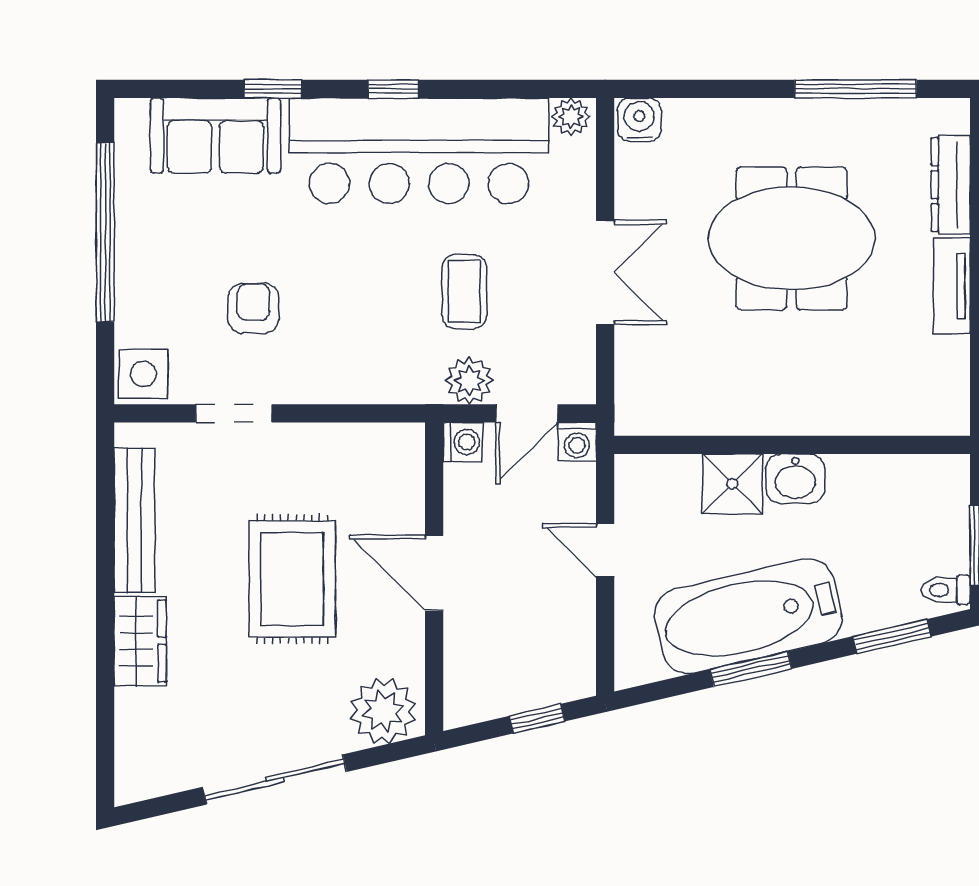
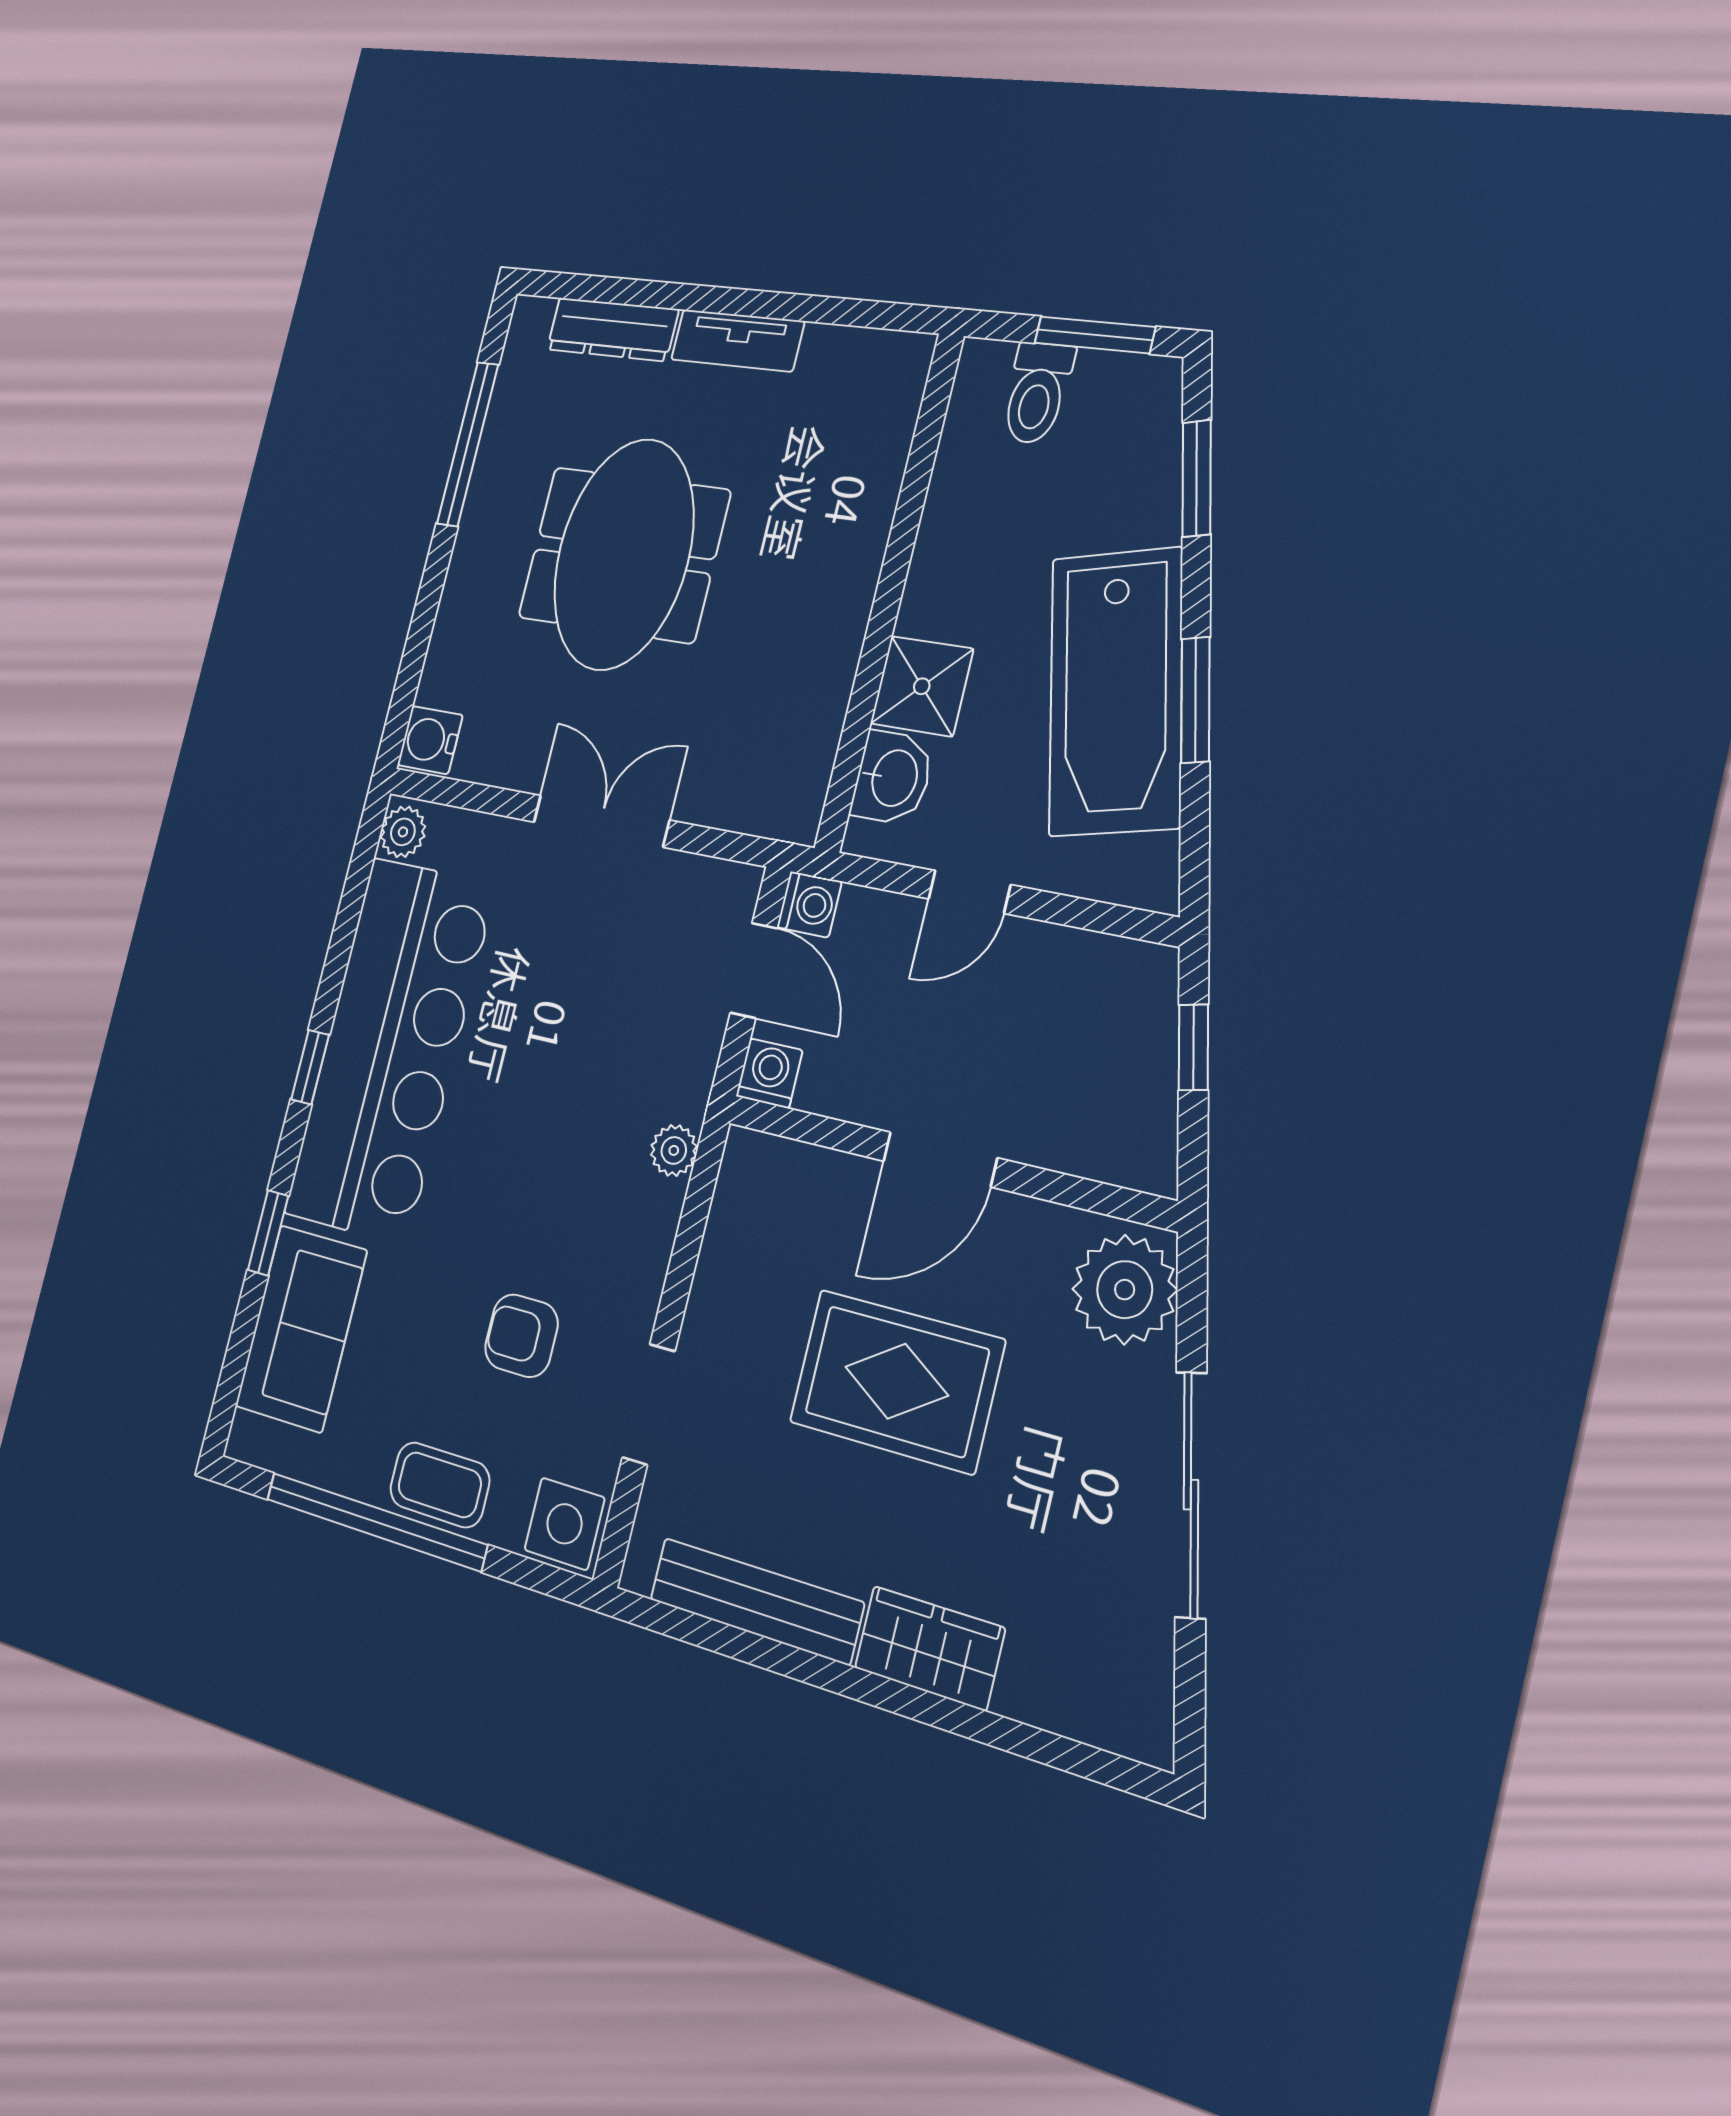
coffee table: (464, 291) -> (440, 1485), moved
plant: (469, 381) -> (674, 1150), moved, width x0.73, depth x0.73
washbasin: (795, 479) -> (893, 778), moved
toilet: (946, 590) -> (1037, 393), moved, width x1.37, depth x1.39

